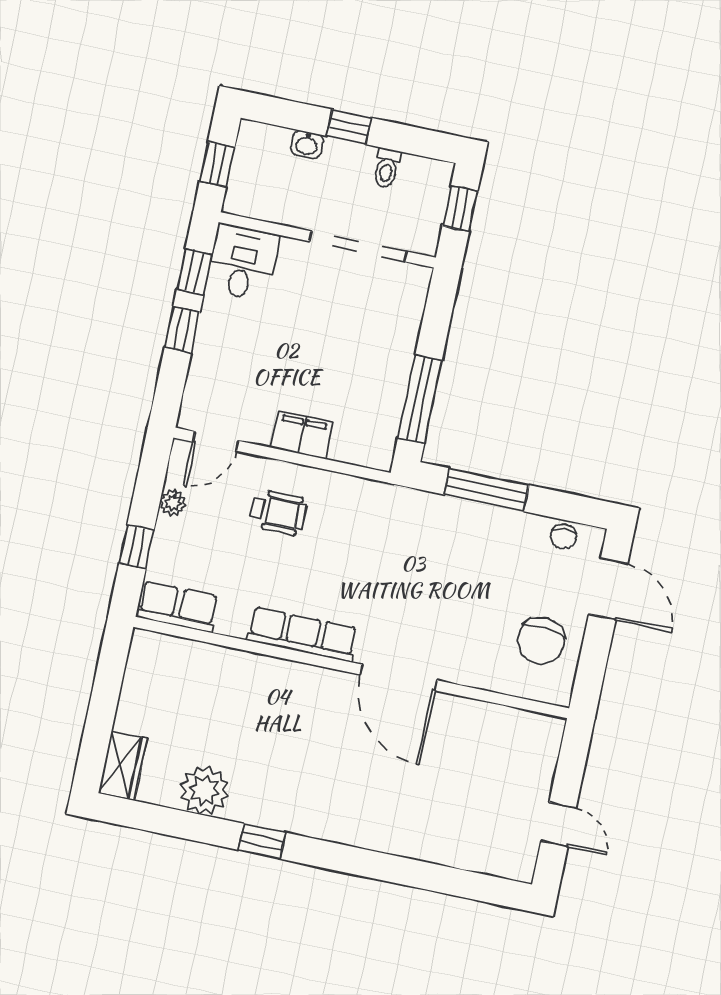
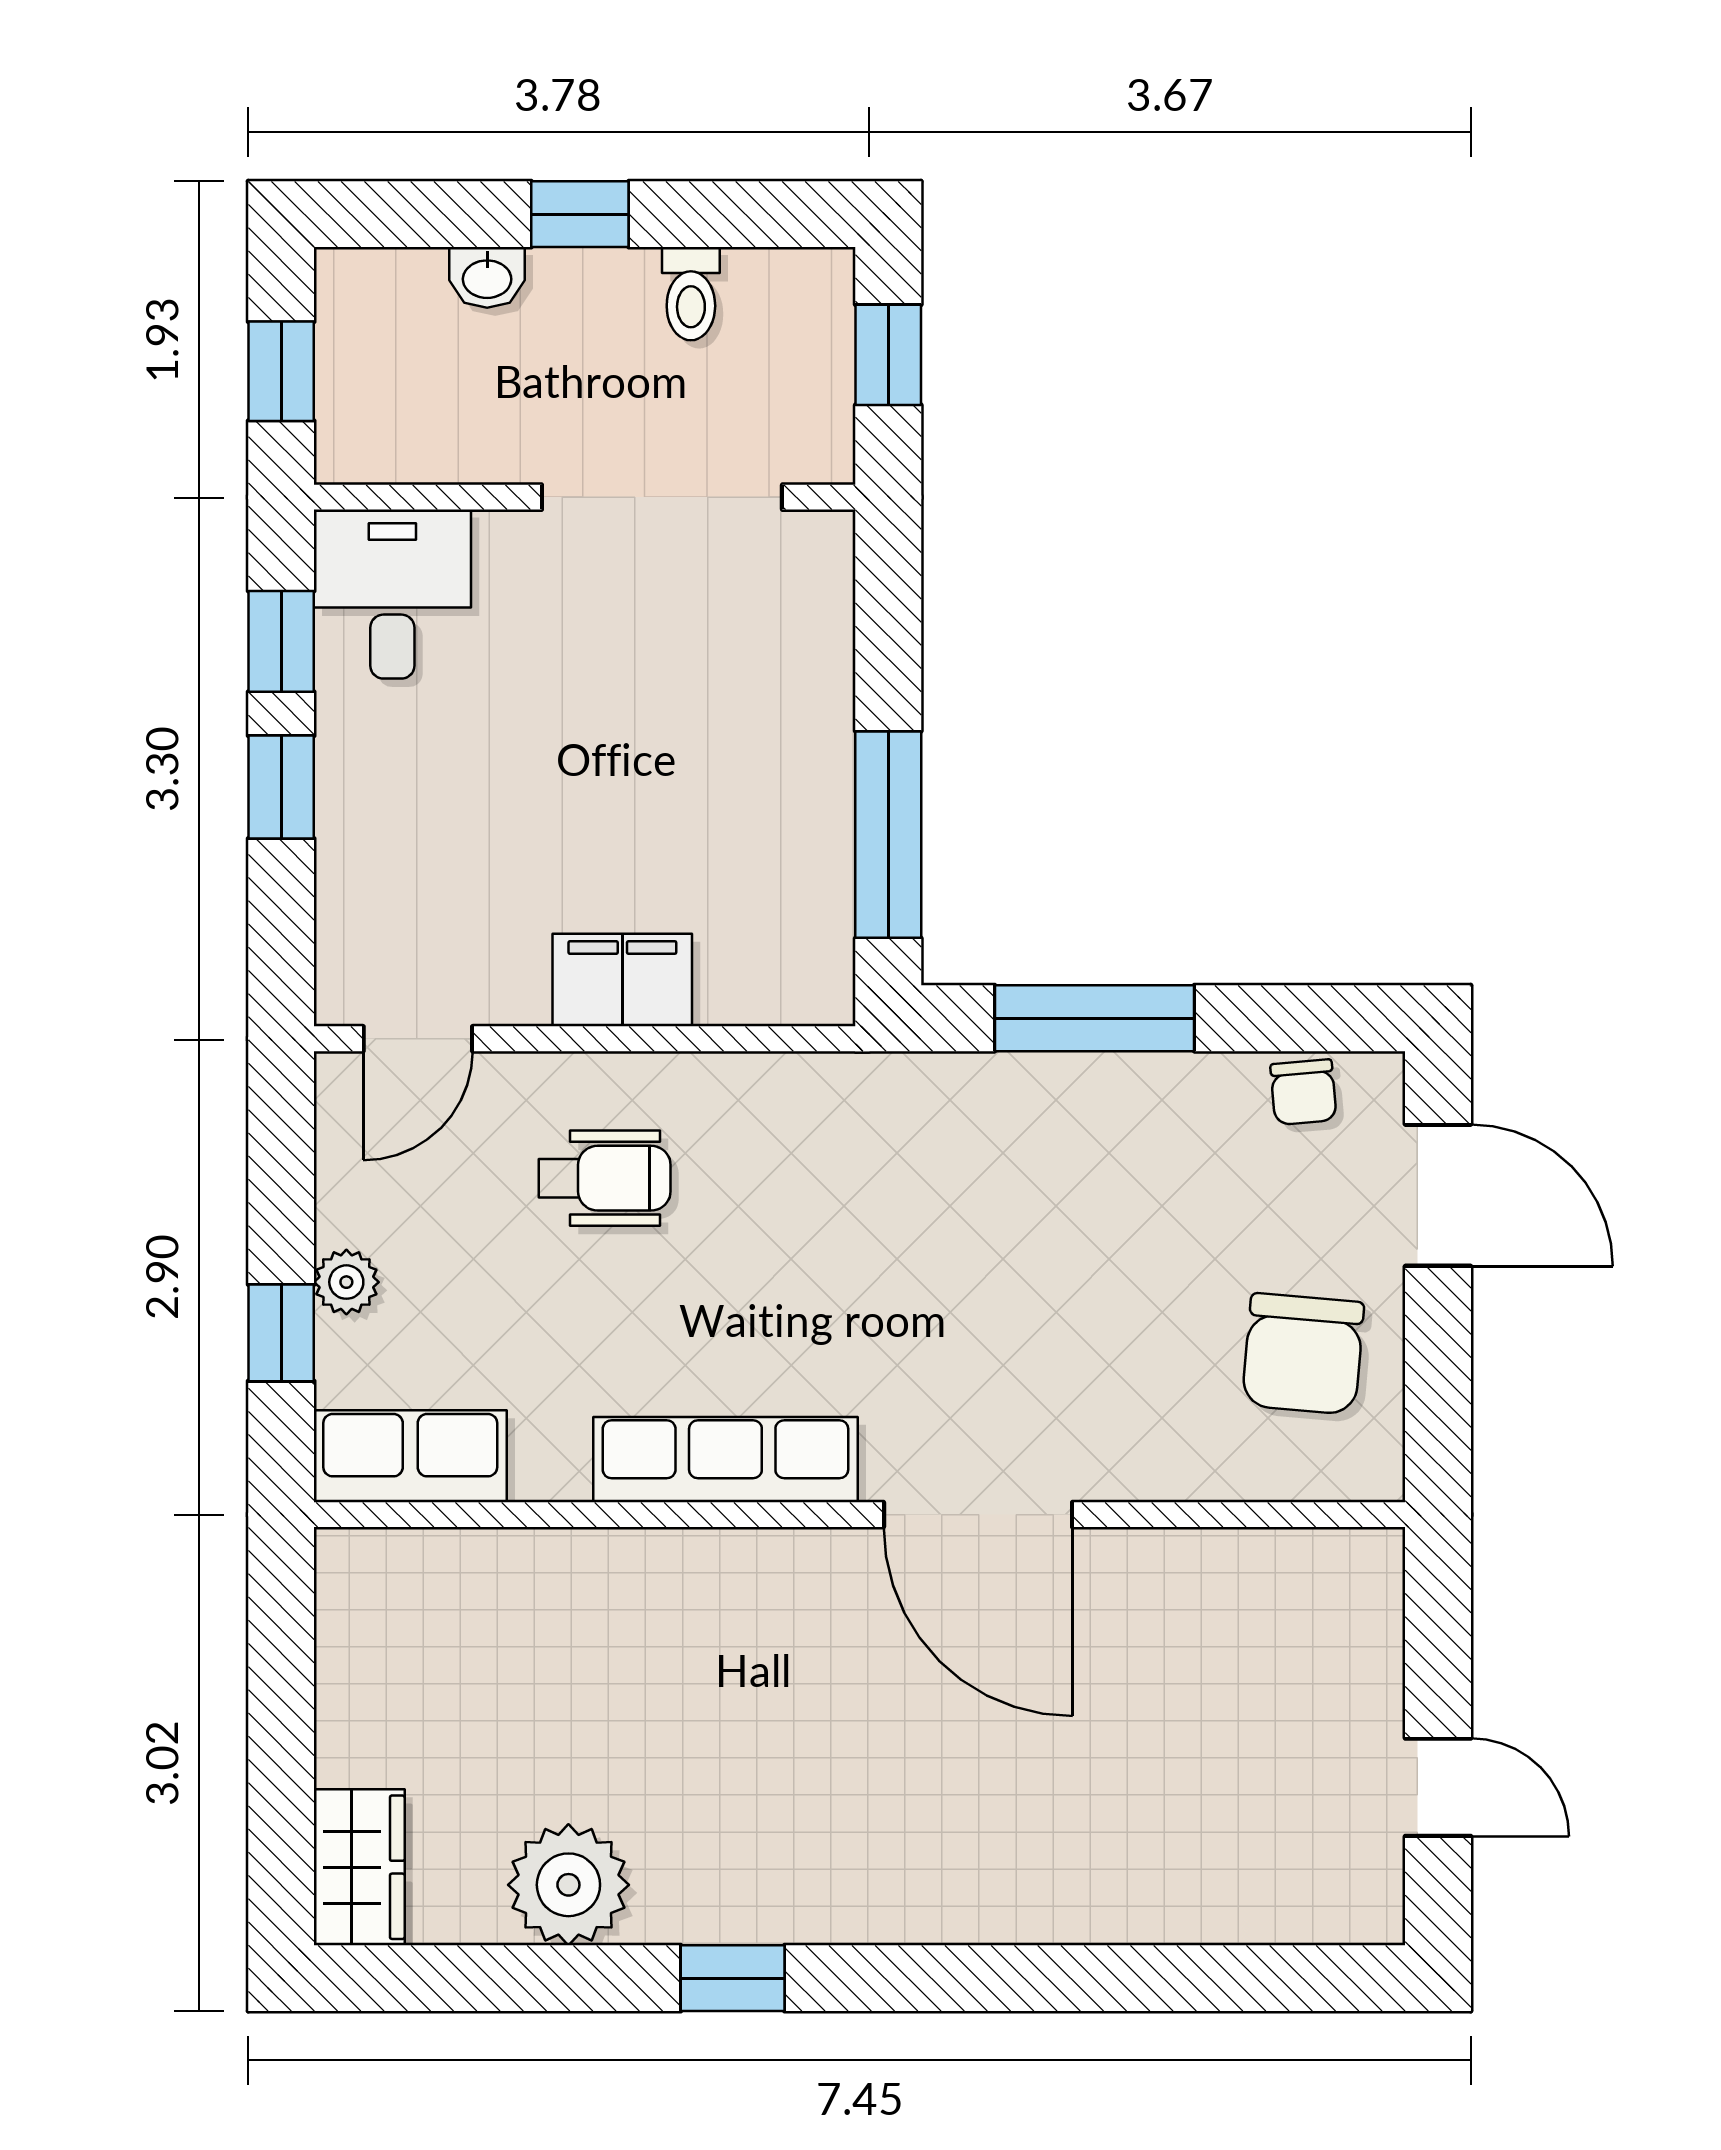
plant: (173, 502) -> (346, 1282), moved

